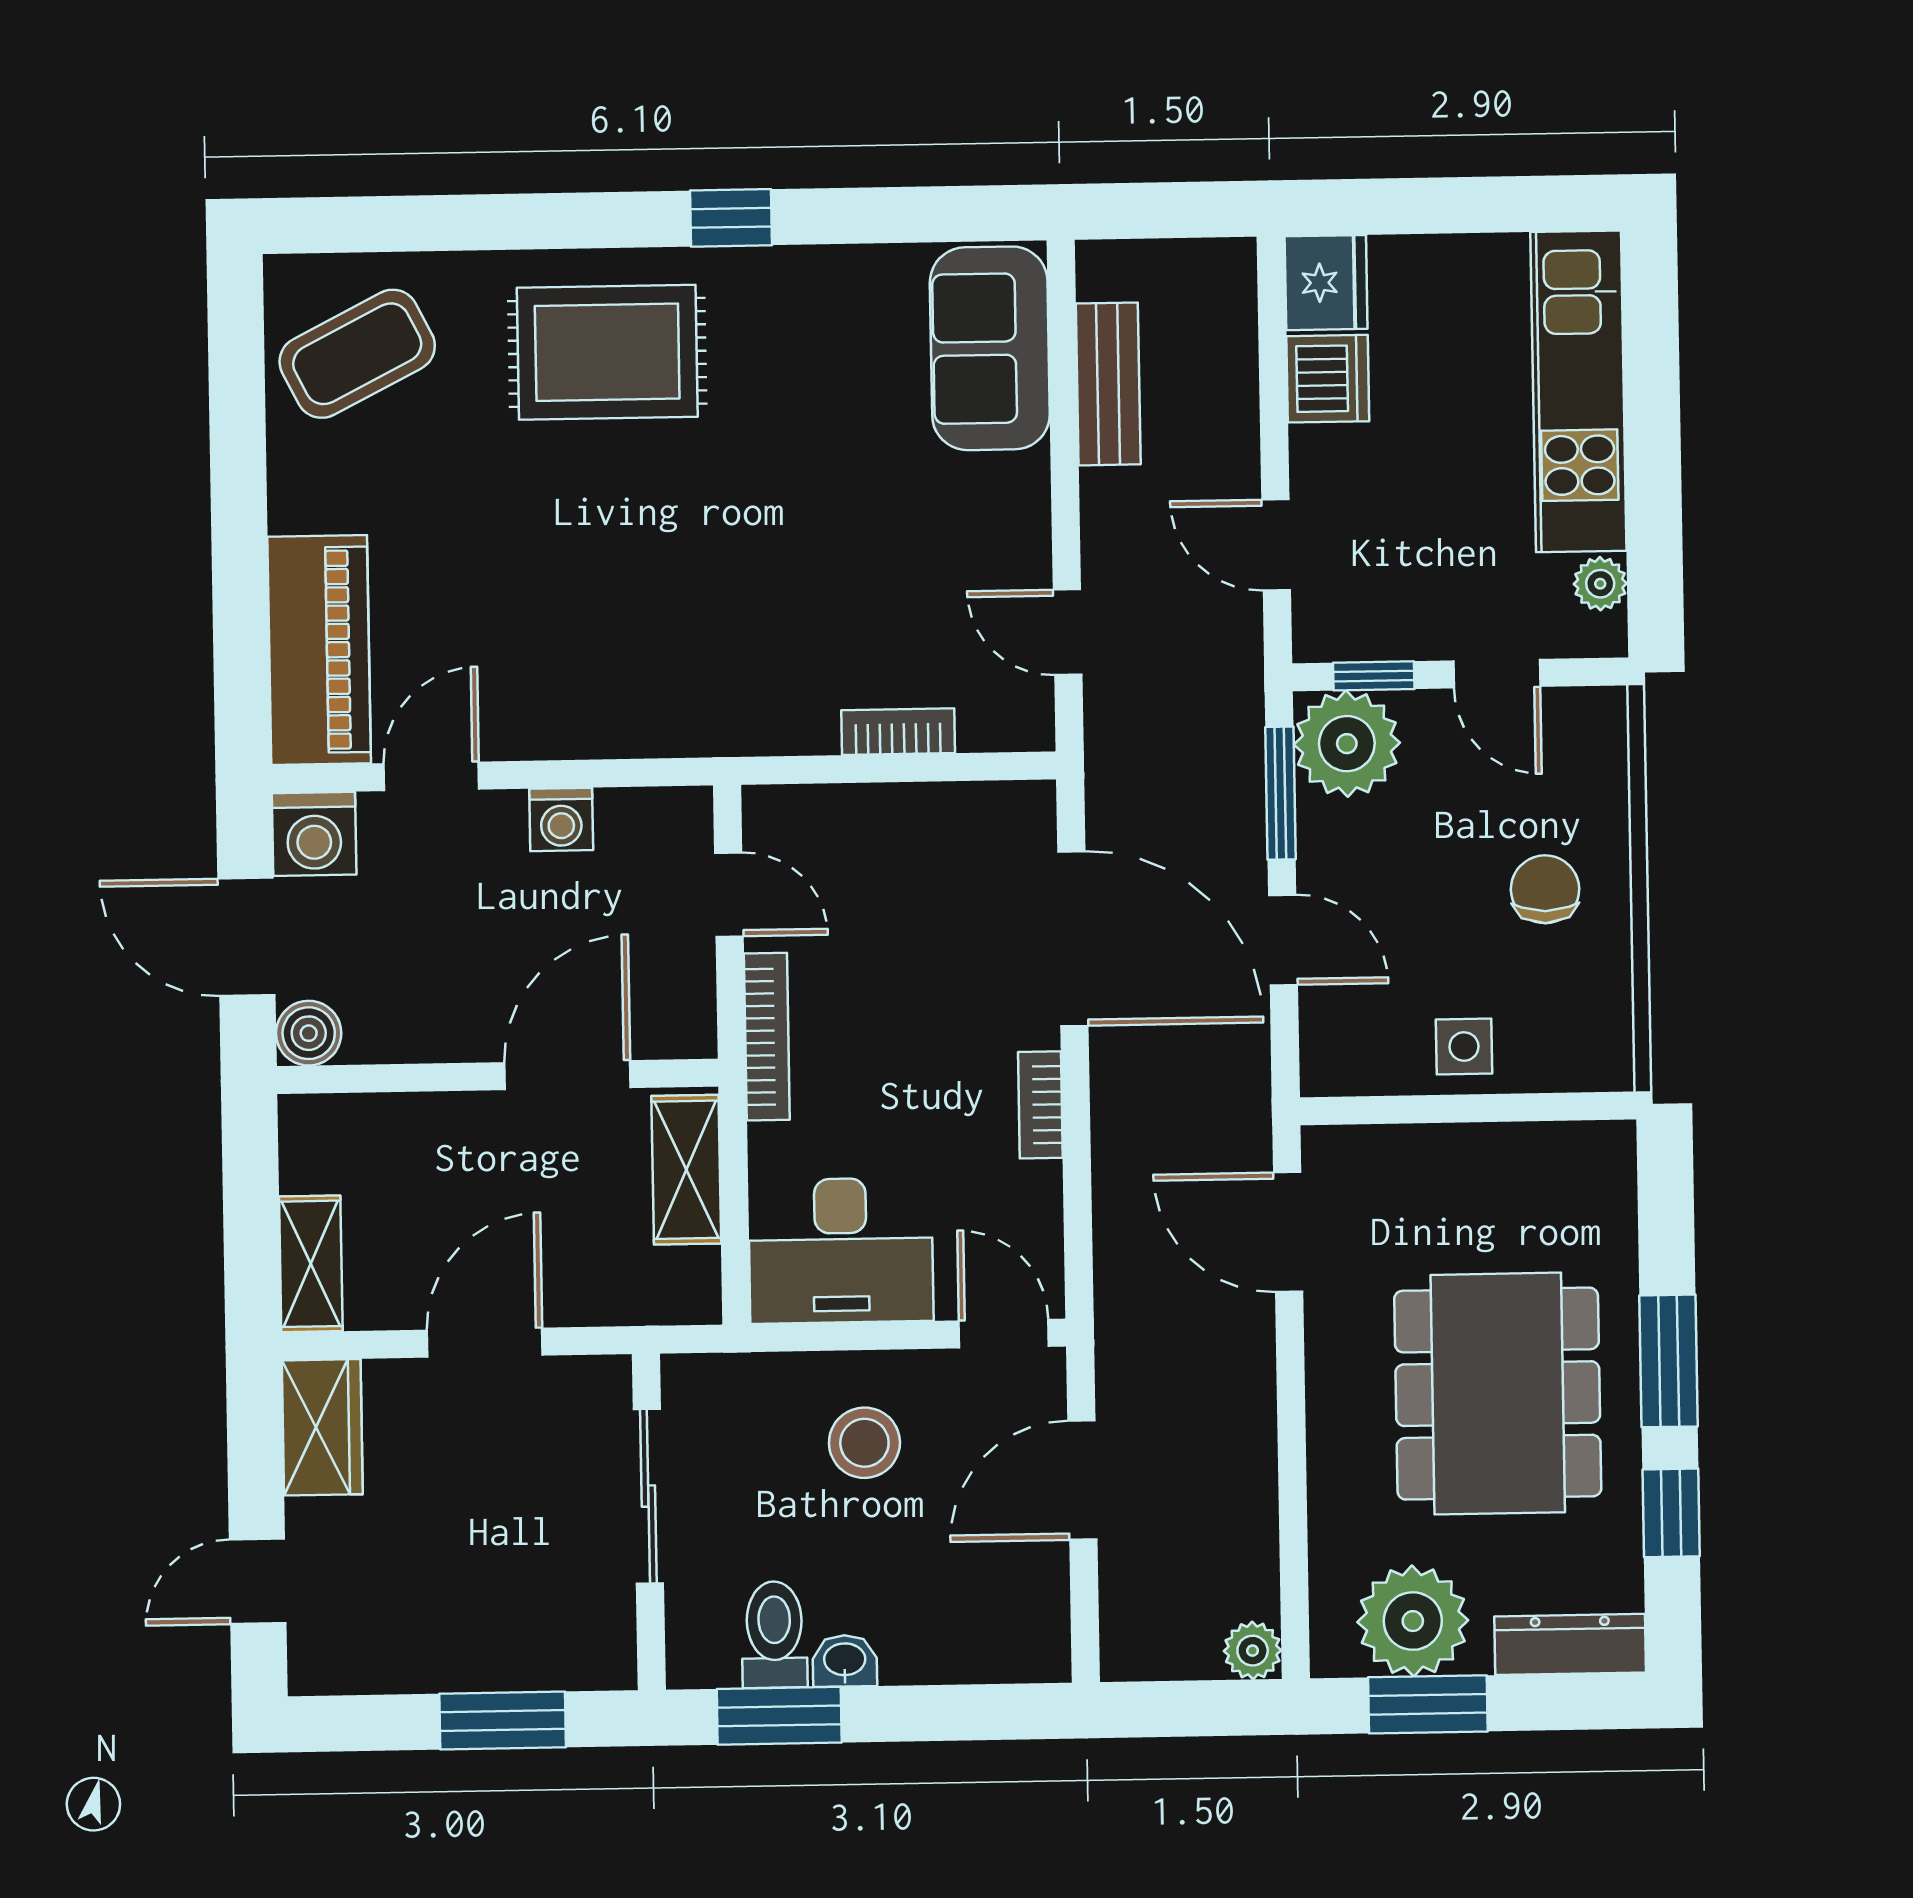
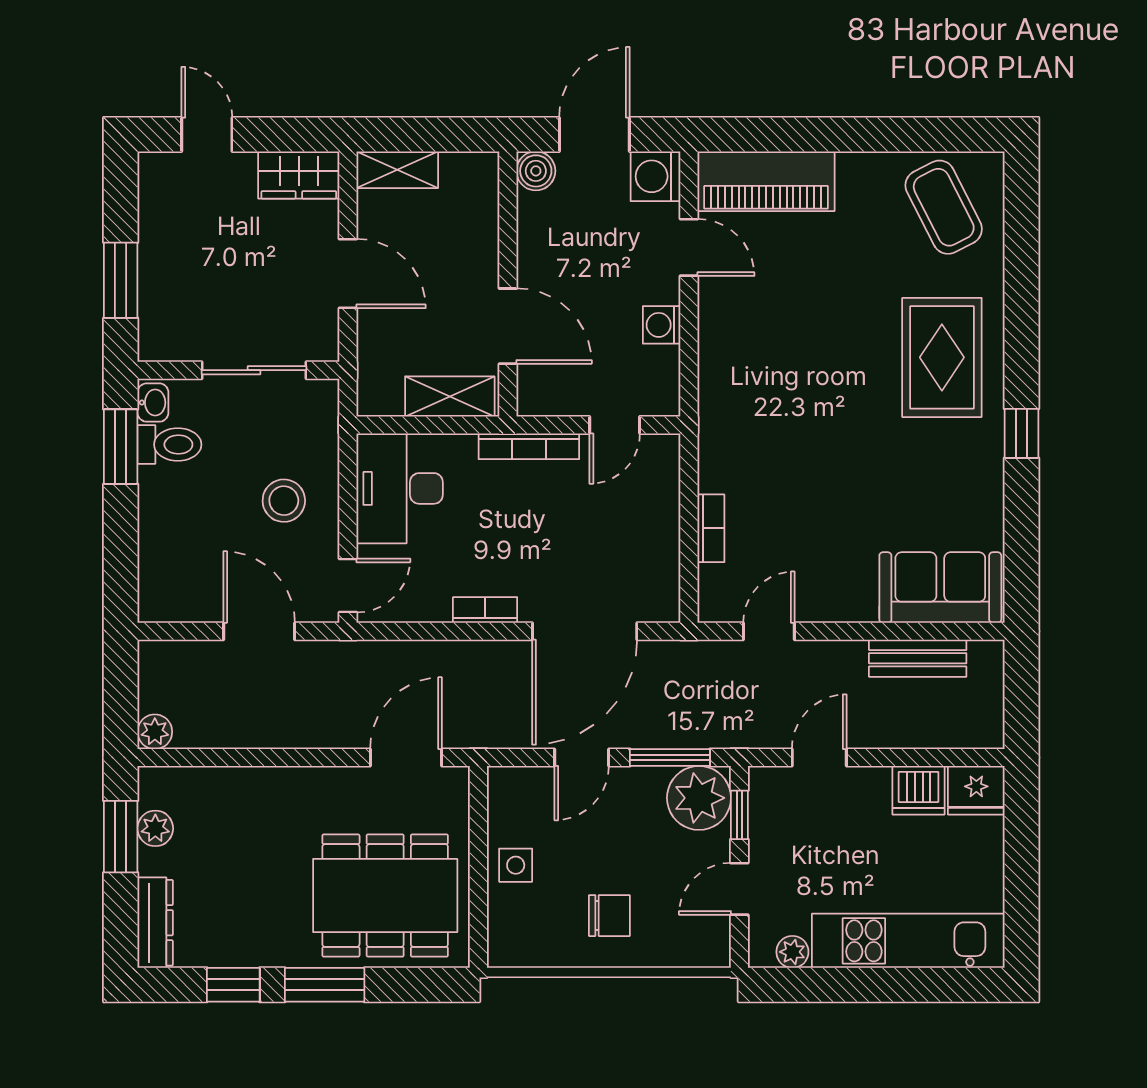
dining table: (1498, 1394) -> (385, 896), moved
plant: (1413, 1621) -> (155, 828), width x0.53, depth x0.53
washbasin: (845, 1661) -> (153, 403), moved

